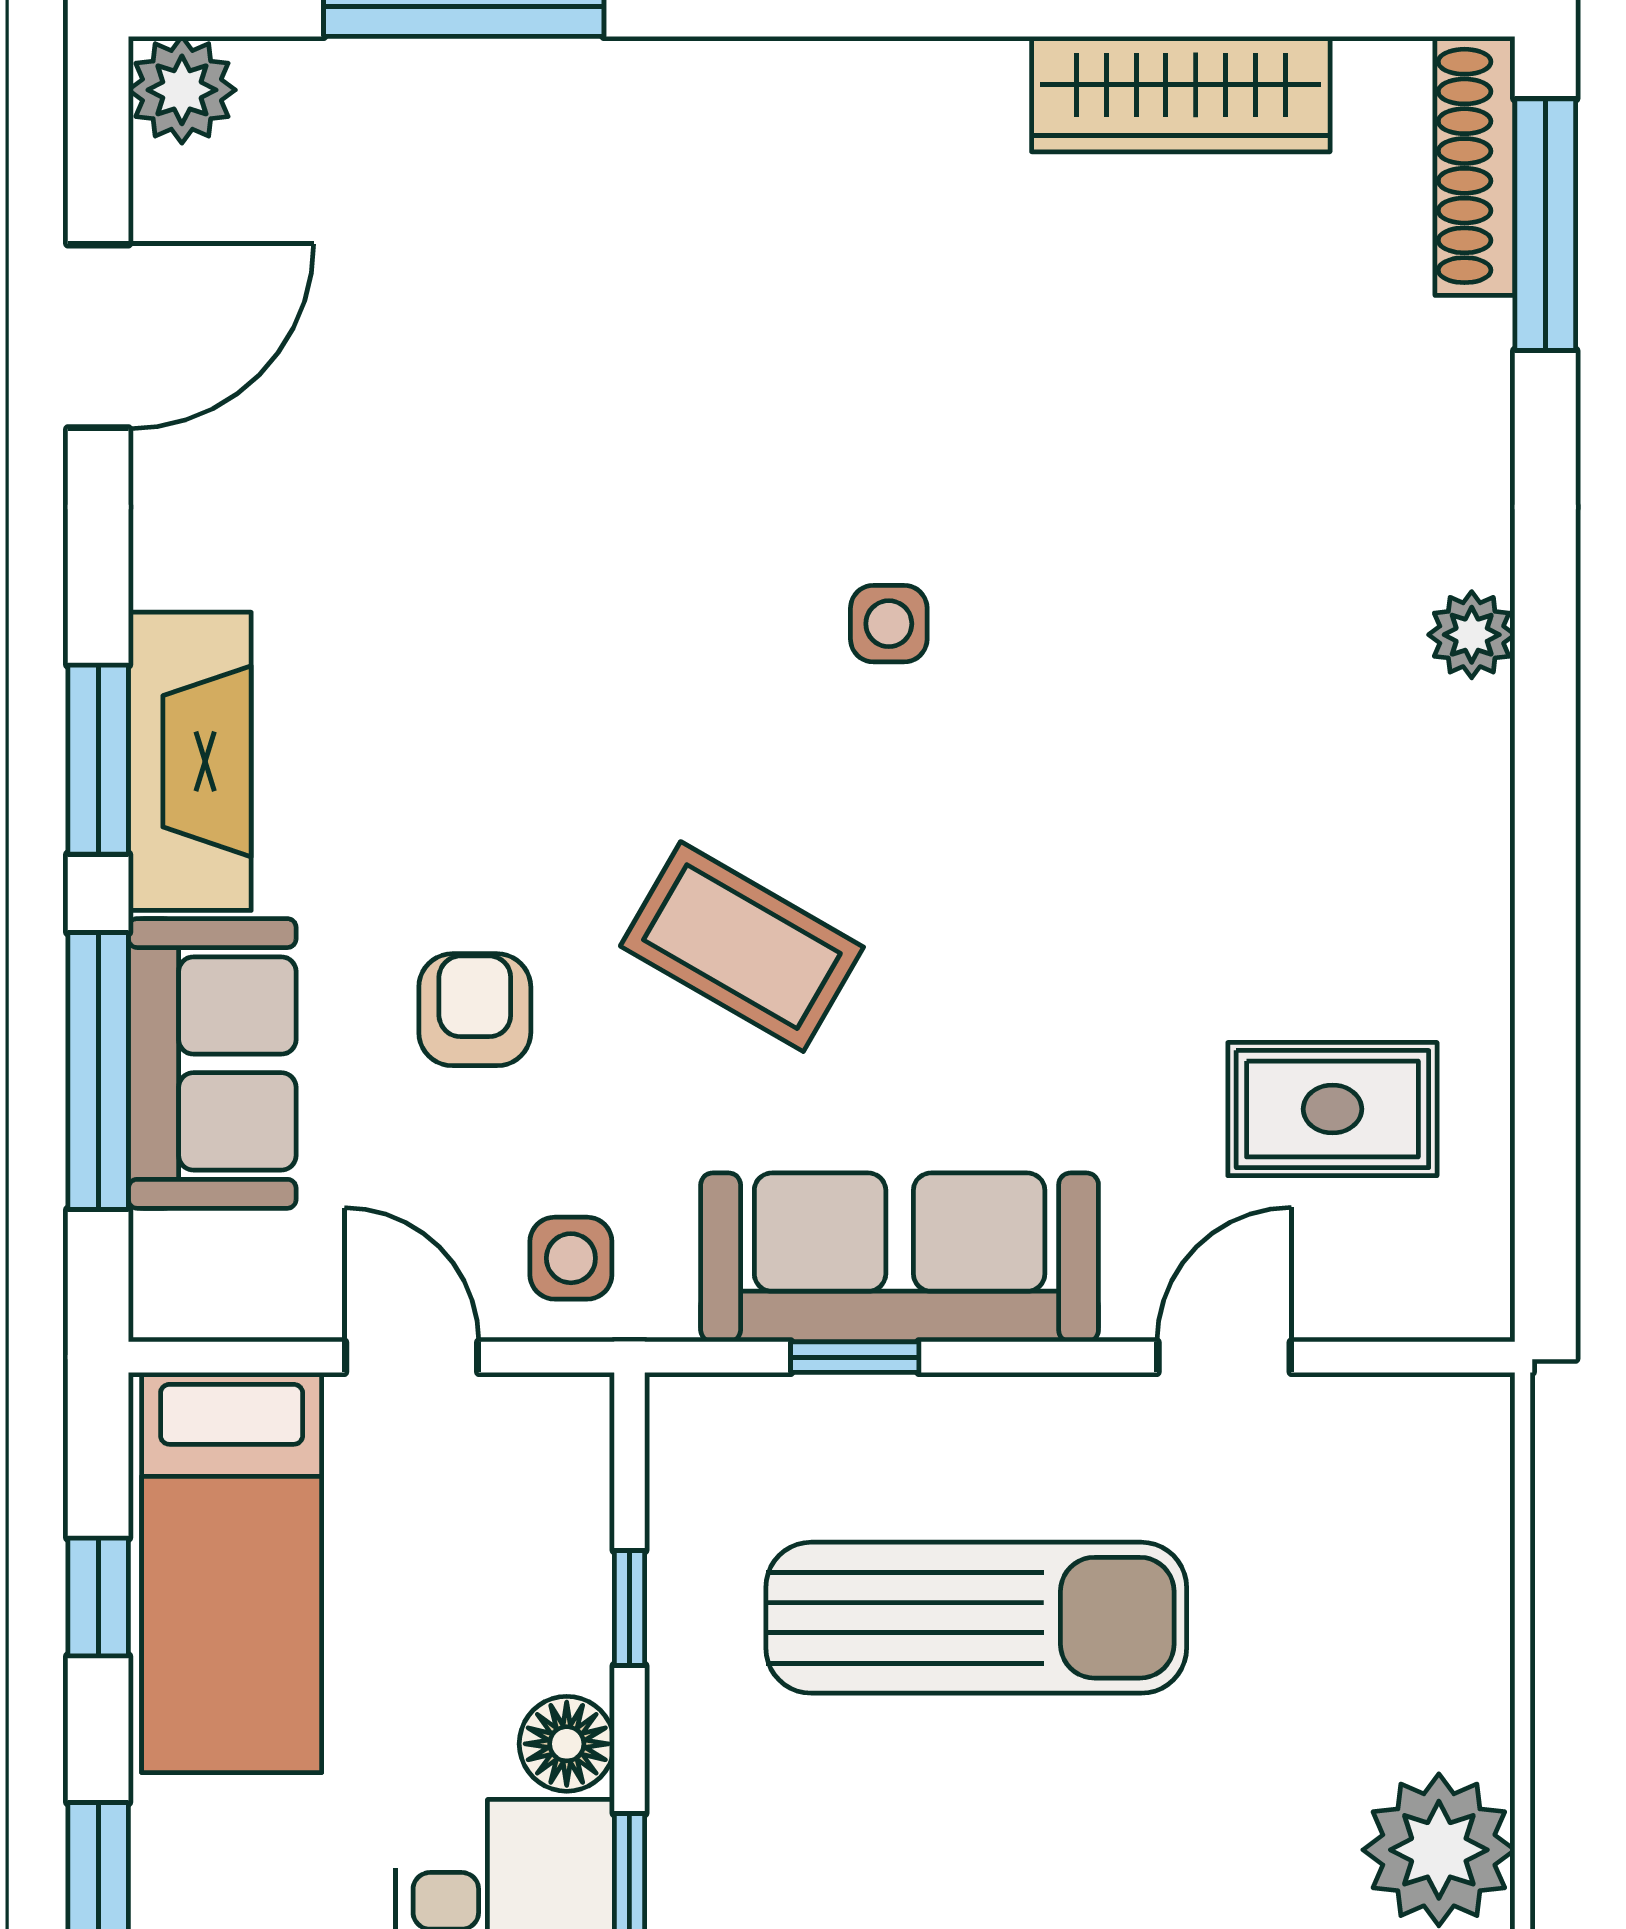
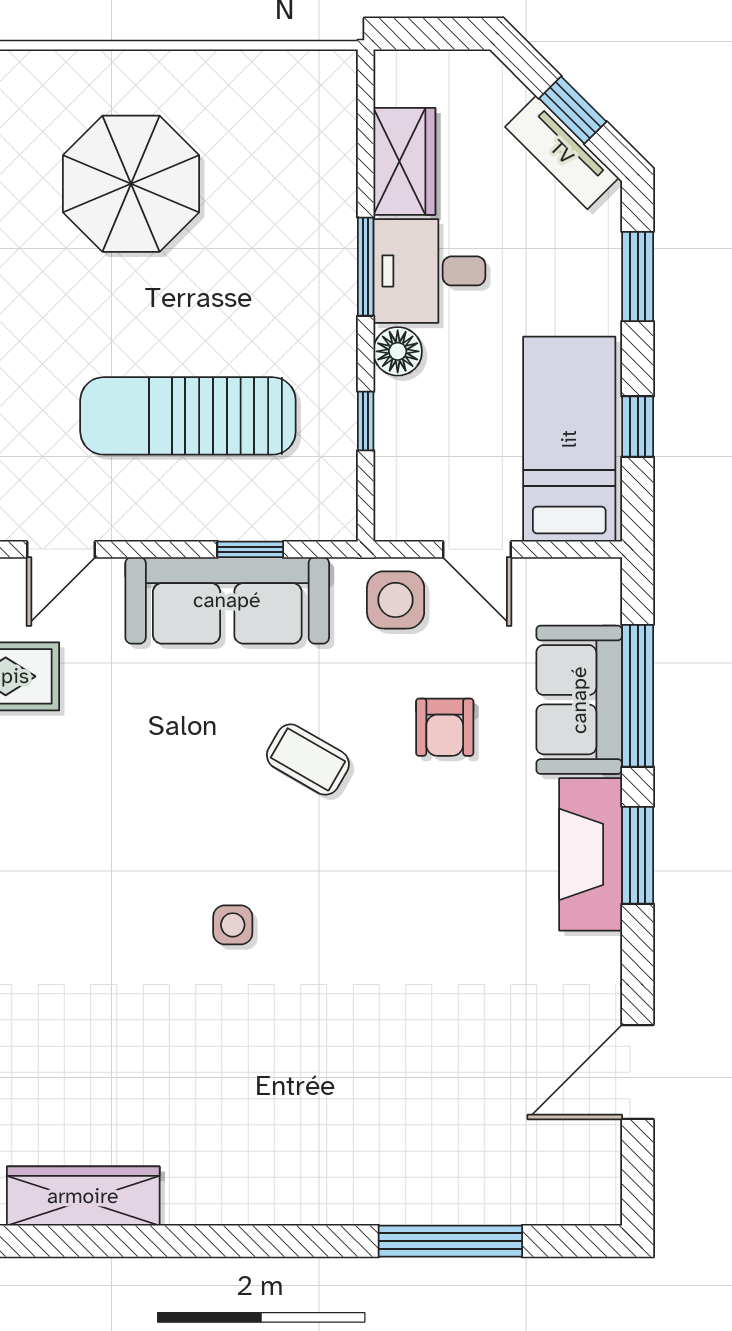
plant: (182, 90) -> (595, 1198), removed
coffee table: (742, 947) -> (308, 760), width x0.73, depth x0.77
side table: (571, 1258) -> (396, 600), width x1.37, depth x1.37

